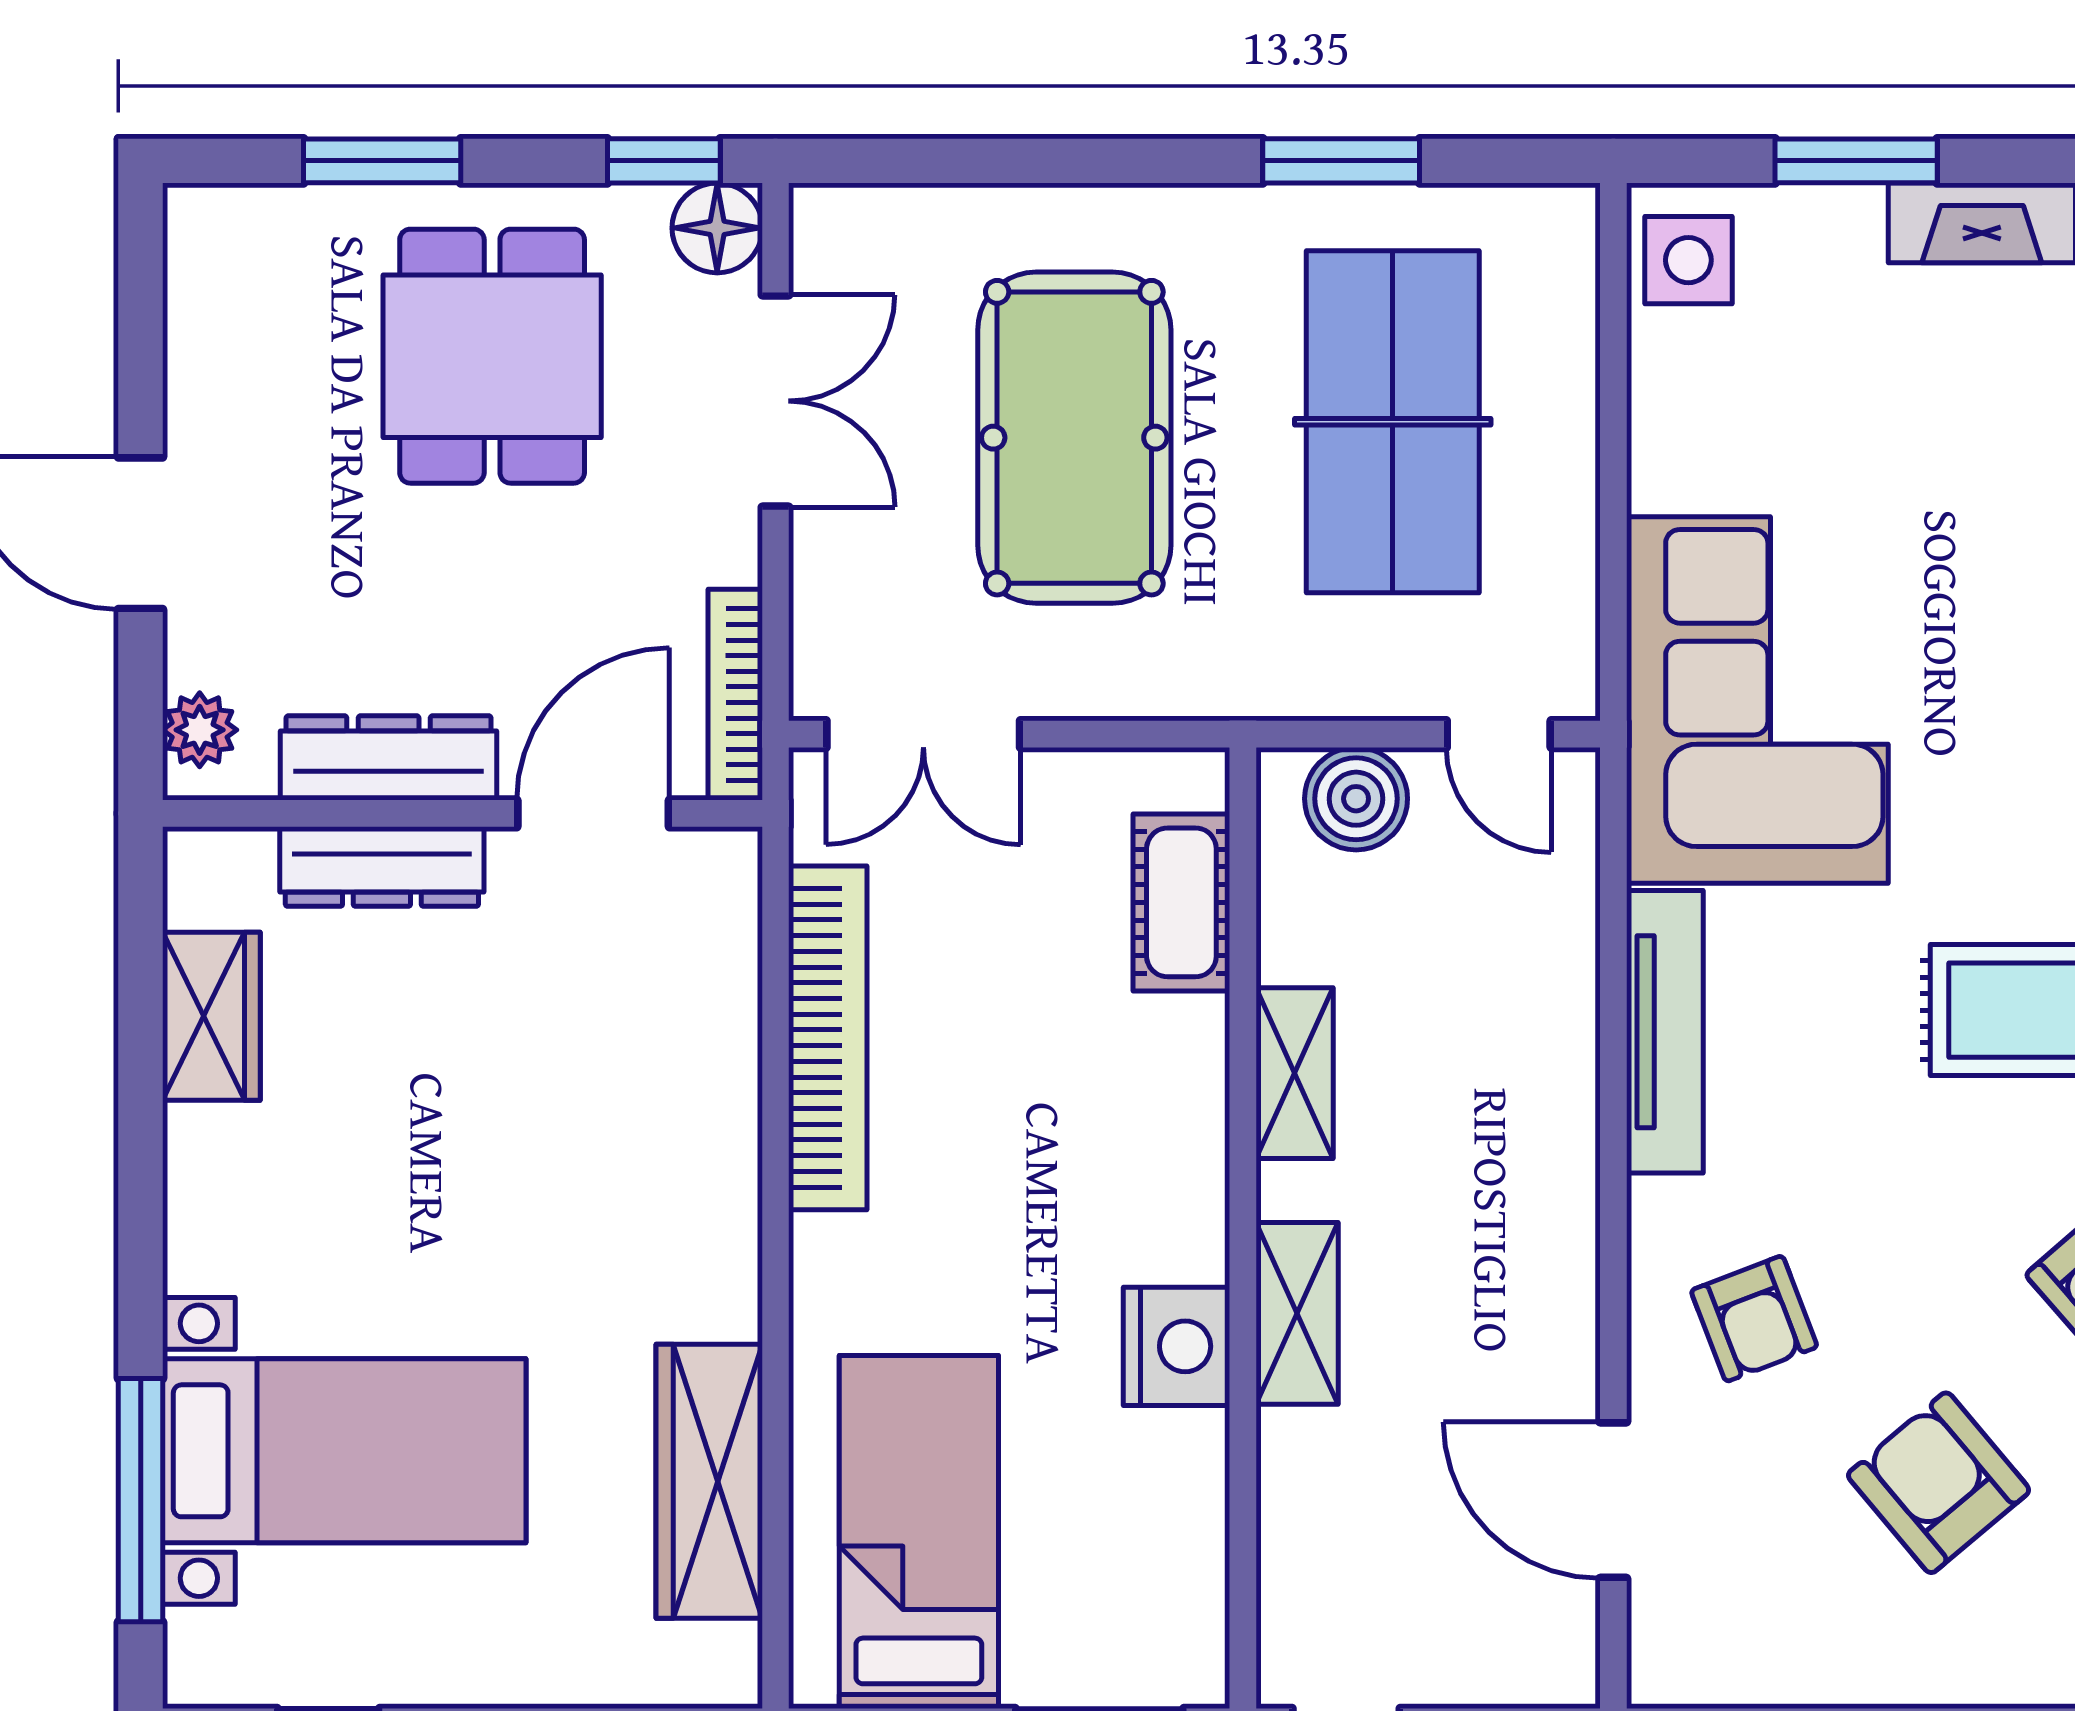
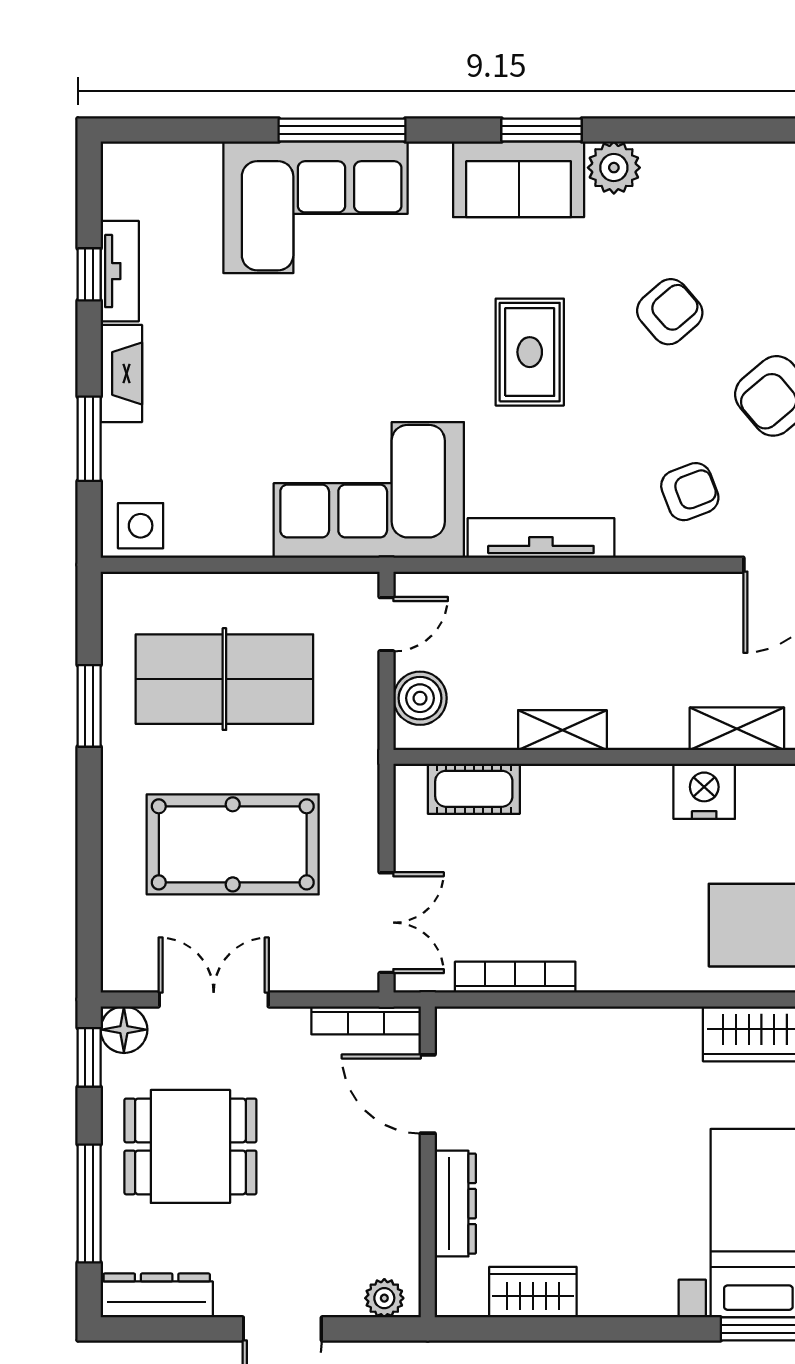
window: (382, 161) -> (89, 1203), width x1.44
dresser: (389, 758) -> (157, 1295), moved, turned 90
bookcase: (828, 1038) -> (515, 977), width x0.68, depth x0.76
shelving: (1297, 1313) -> (737, 729), moved

